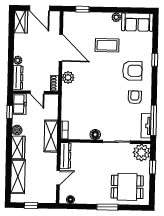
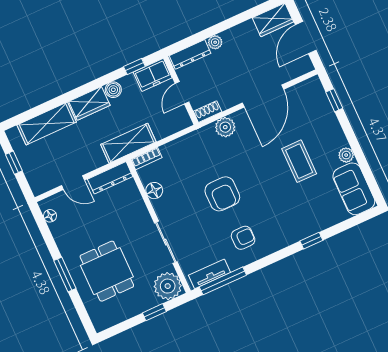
armchair: (132, 71) -> (222, 194), moved
floor lamp: (95, 135) -> (154, 191), moved
dining table: (127, 187) -> (107, 271), moved

